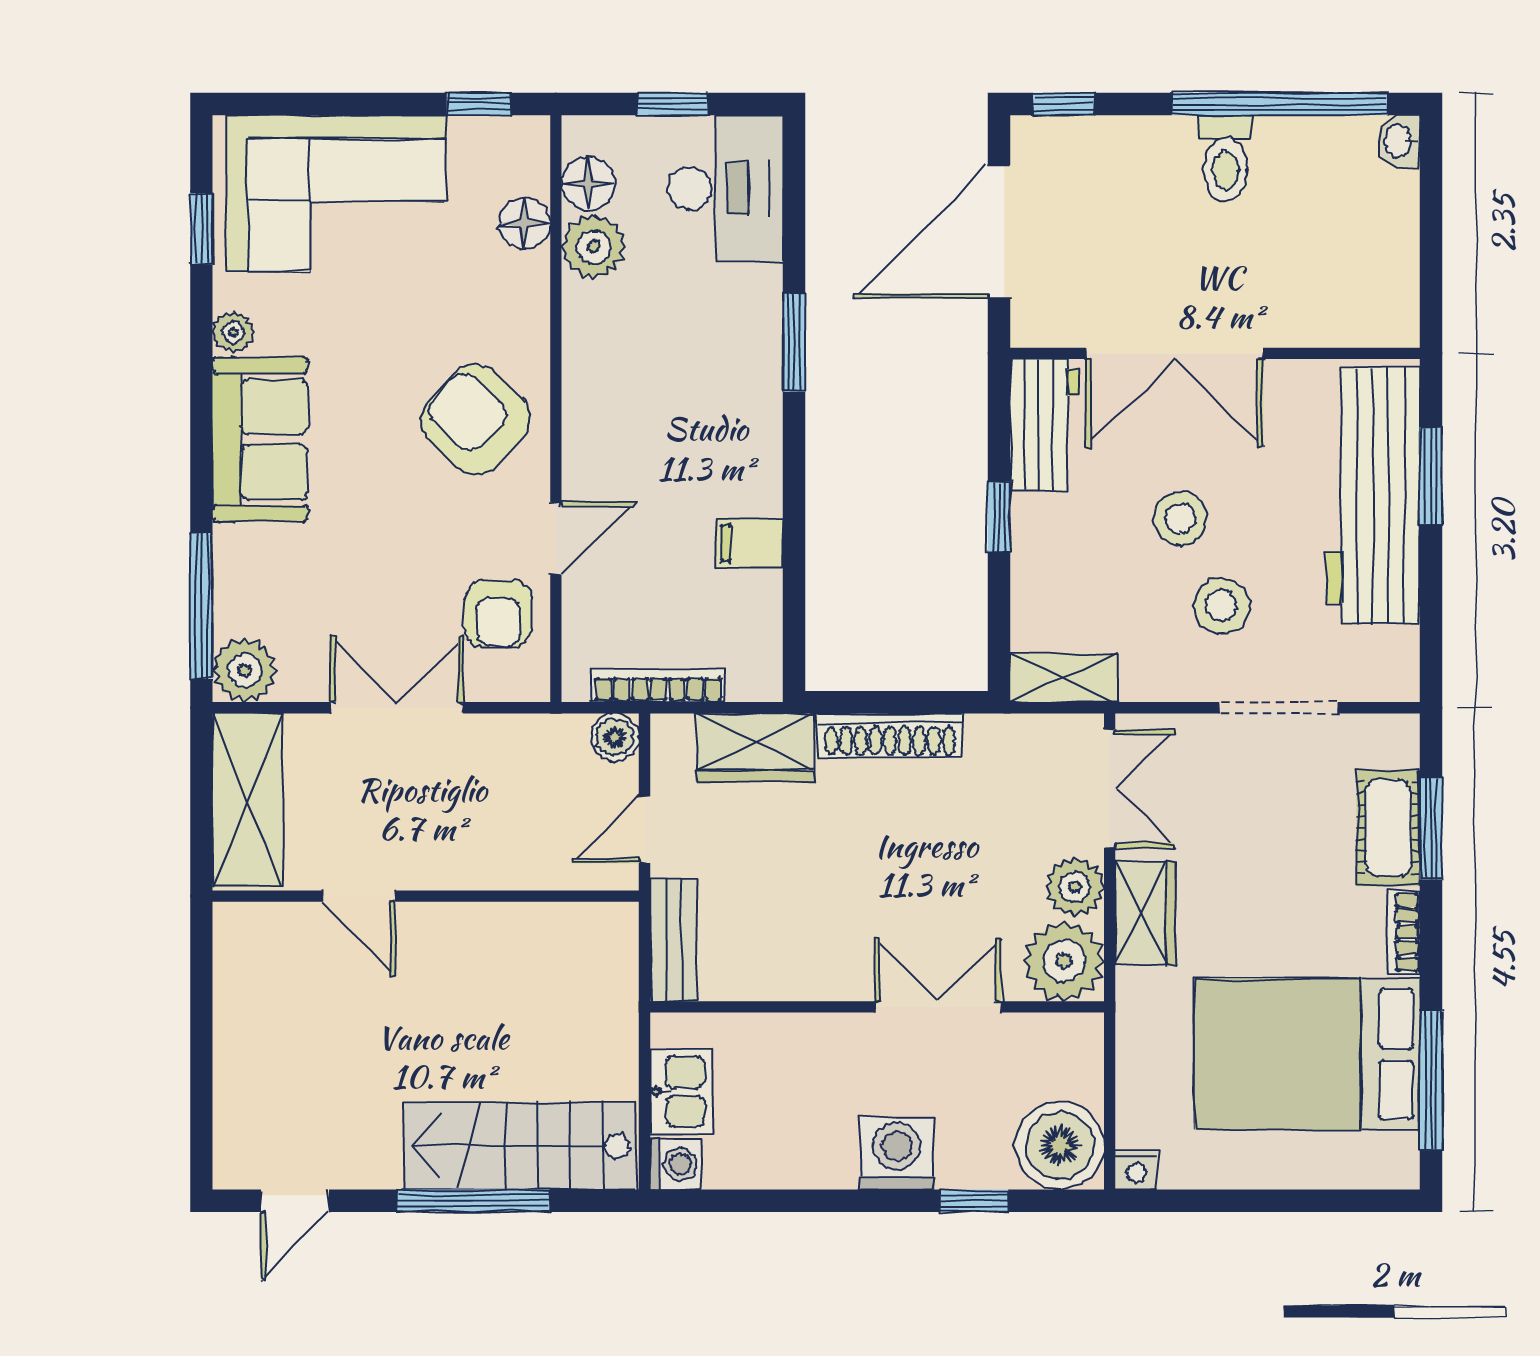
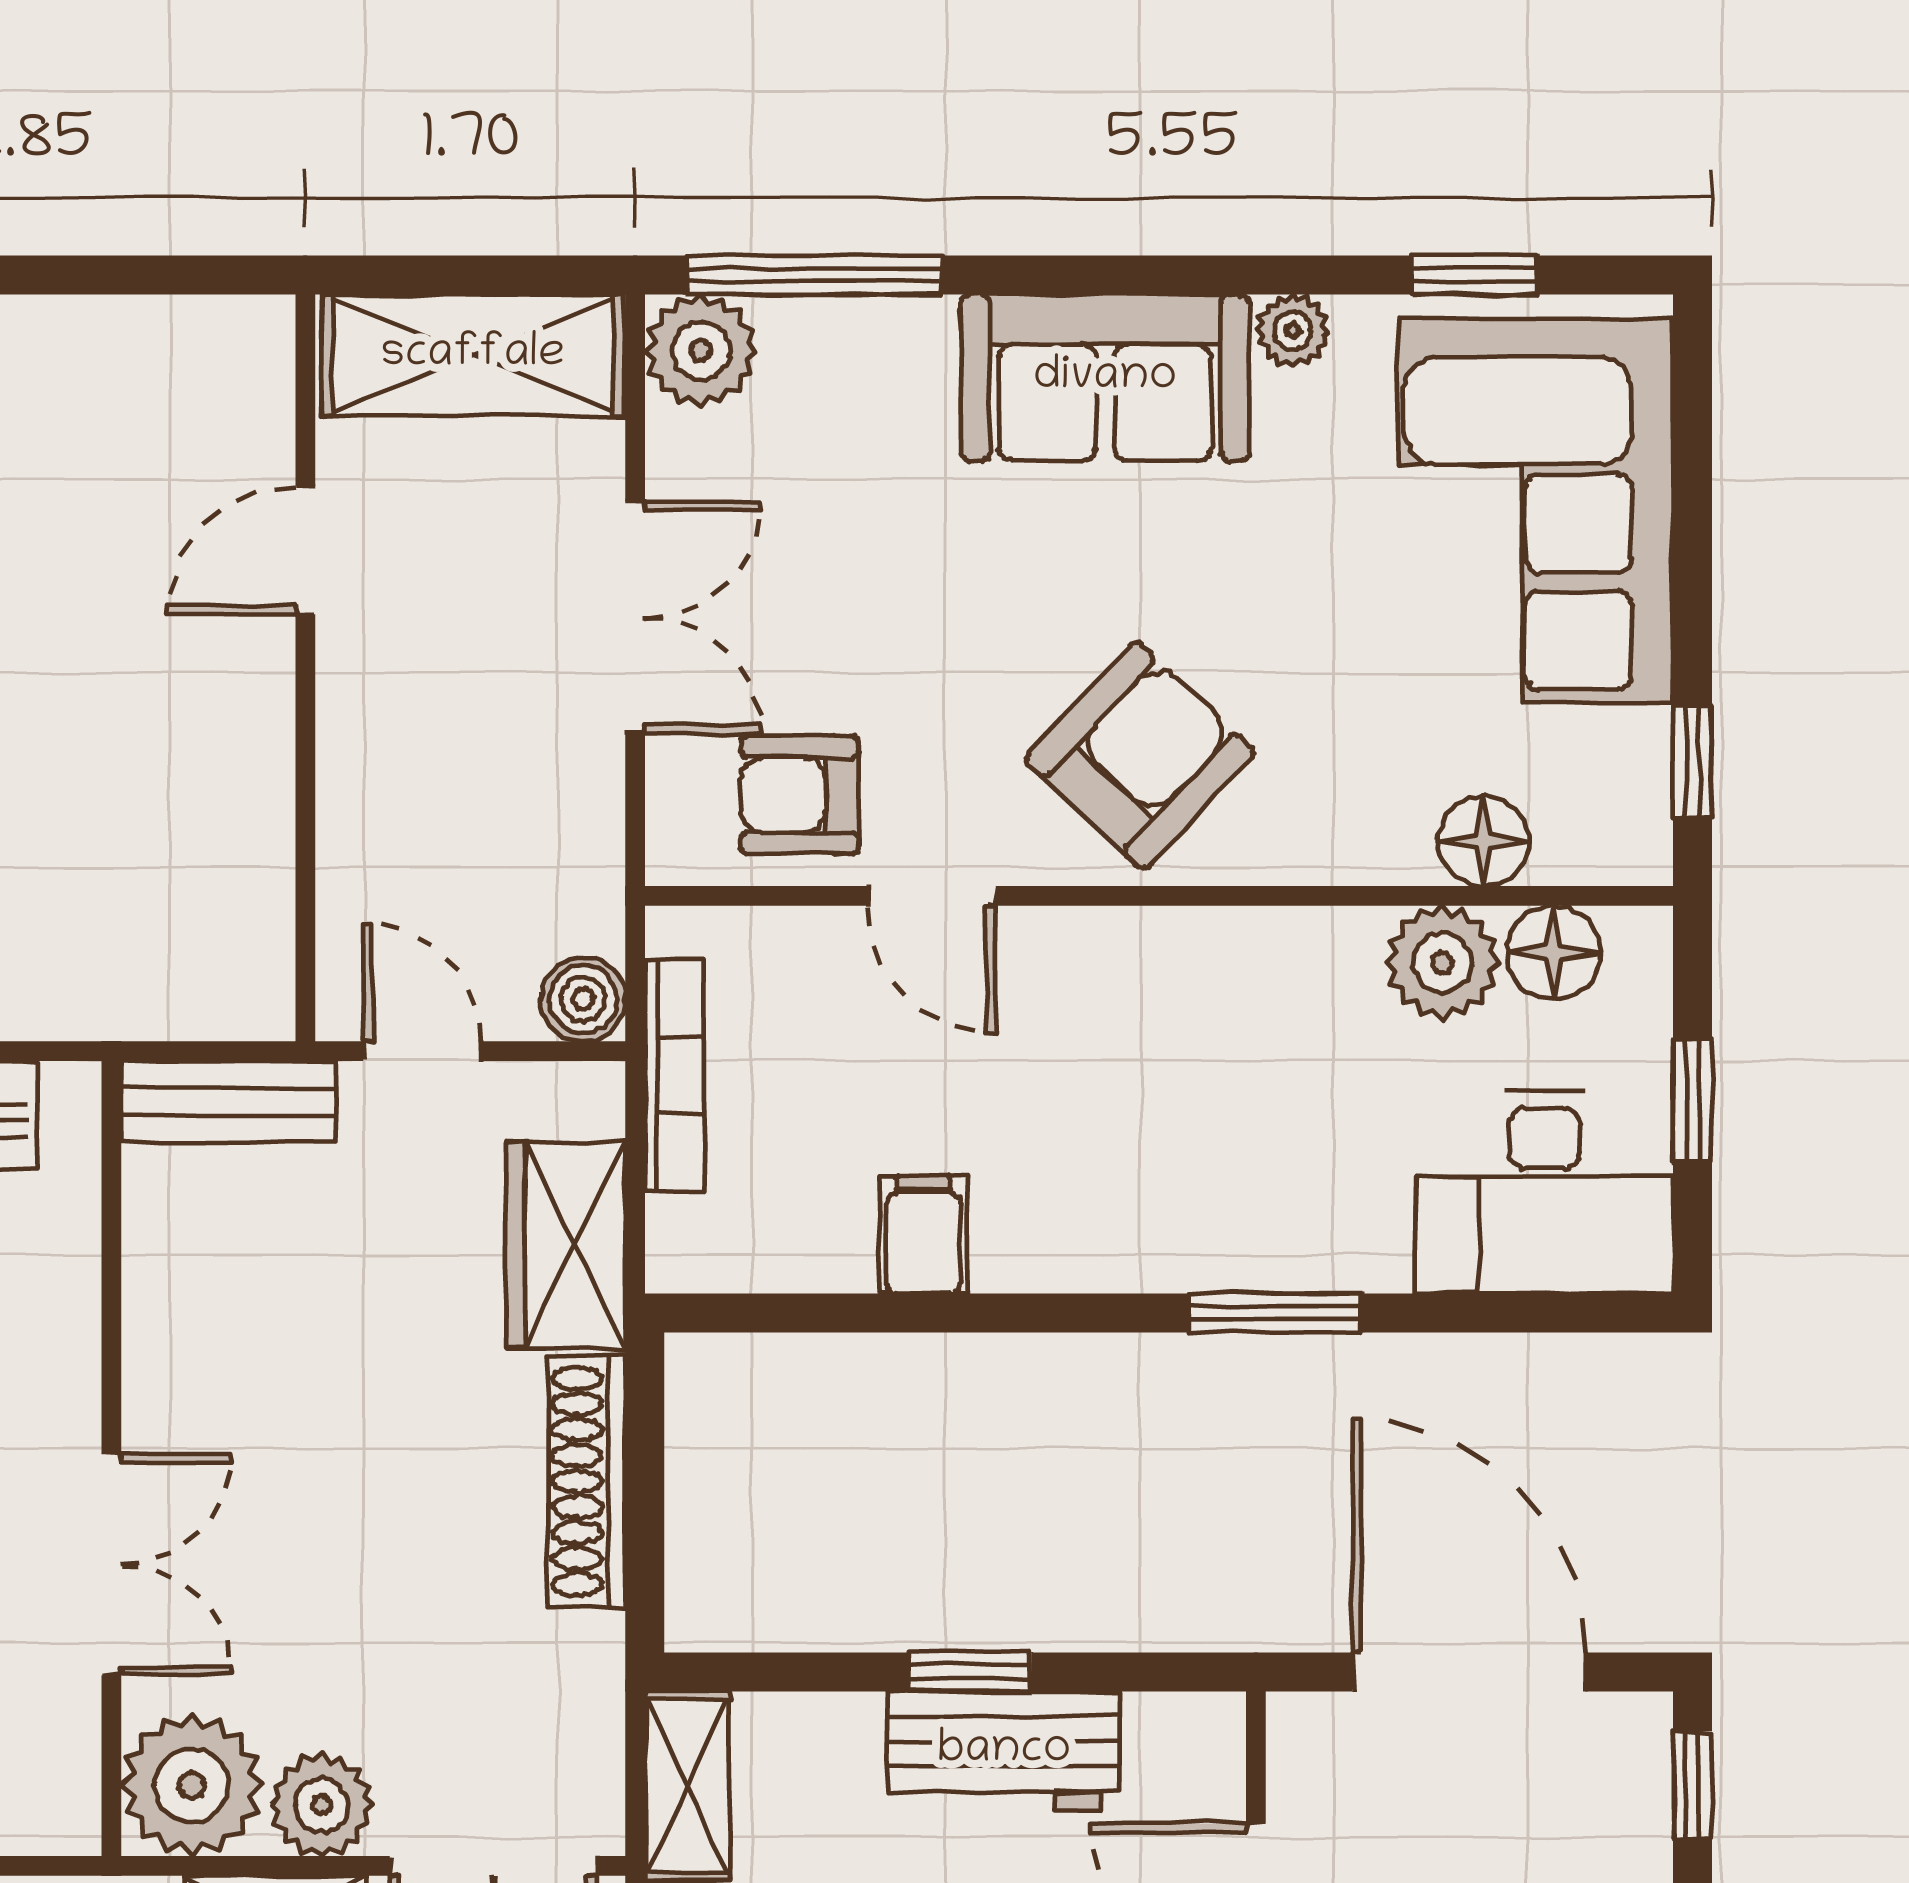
workbench: (1044, 425) -> (1004, 1751), moved

